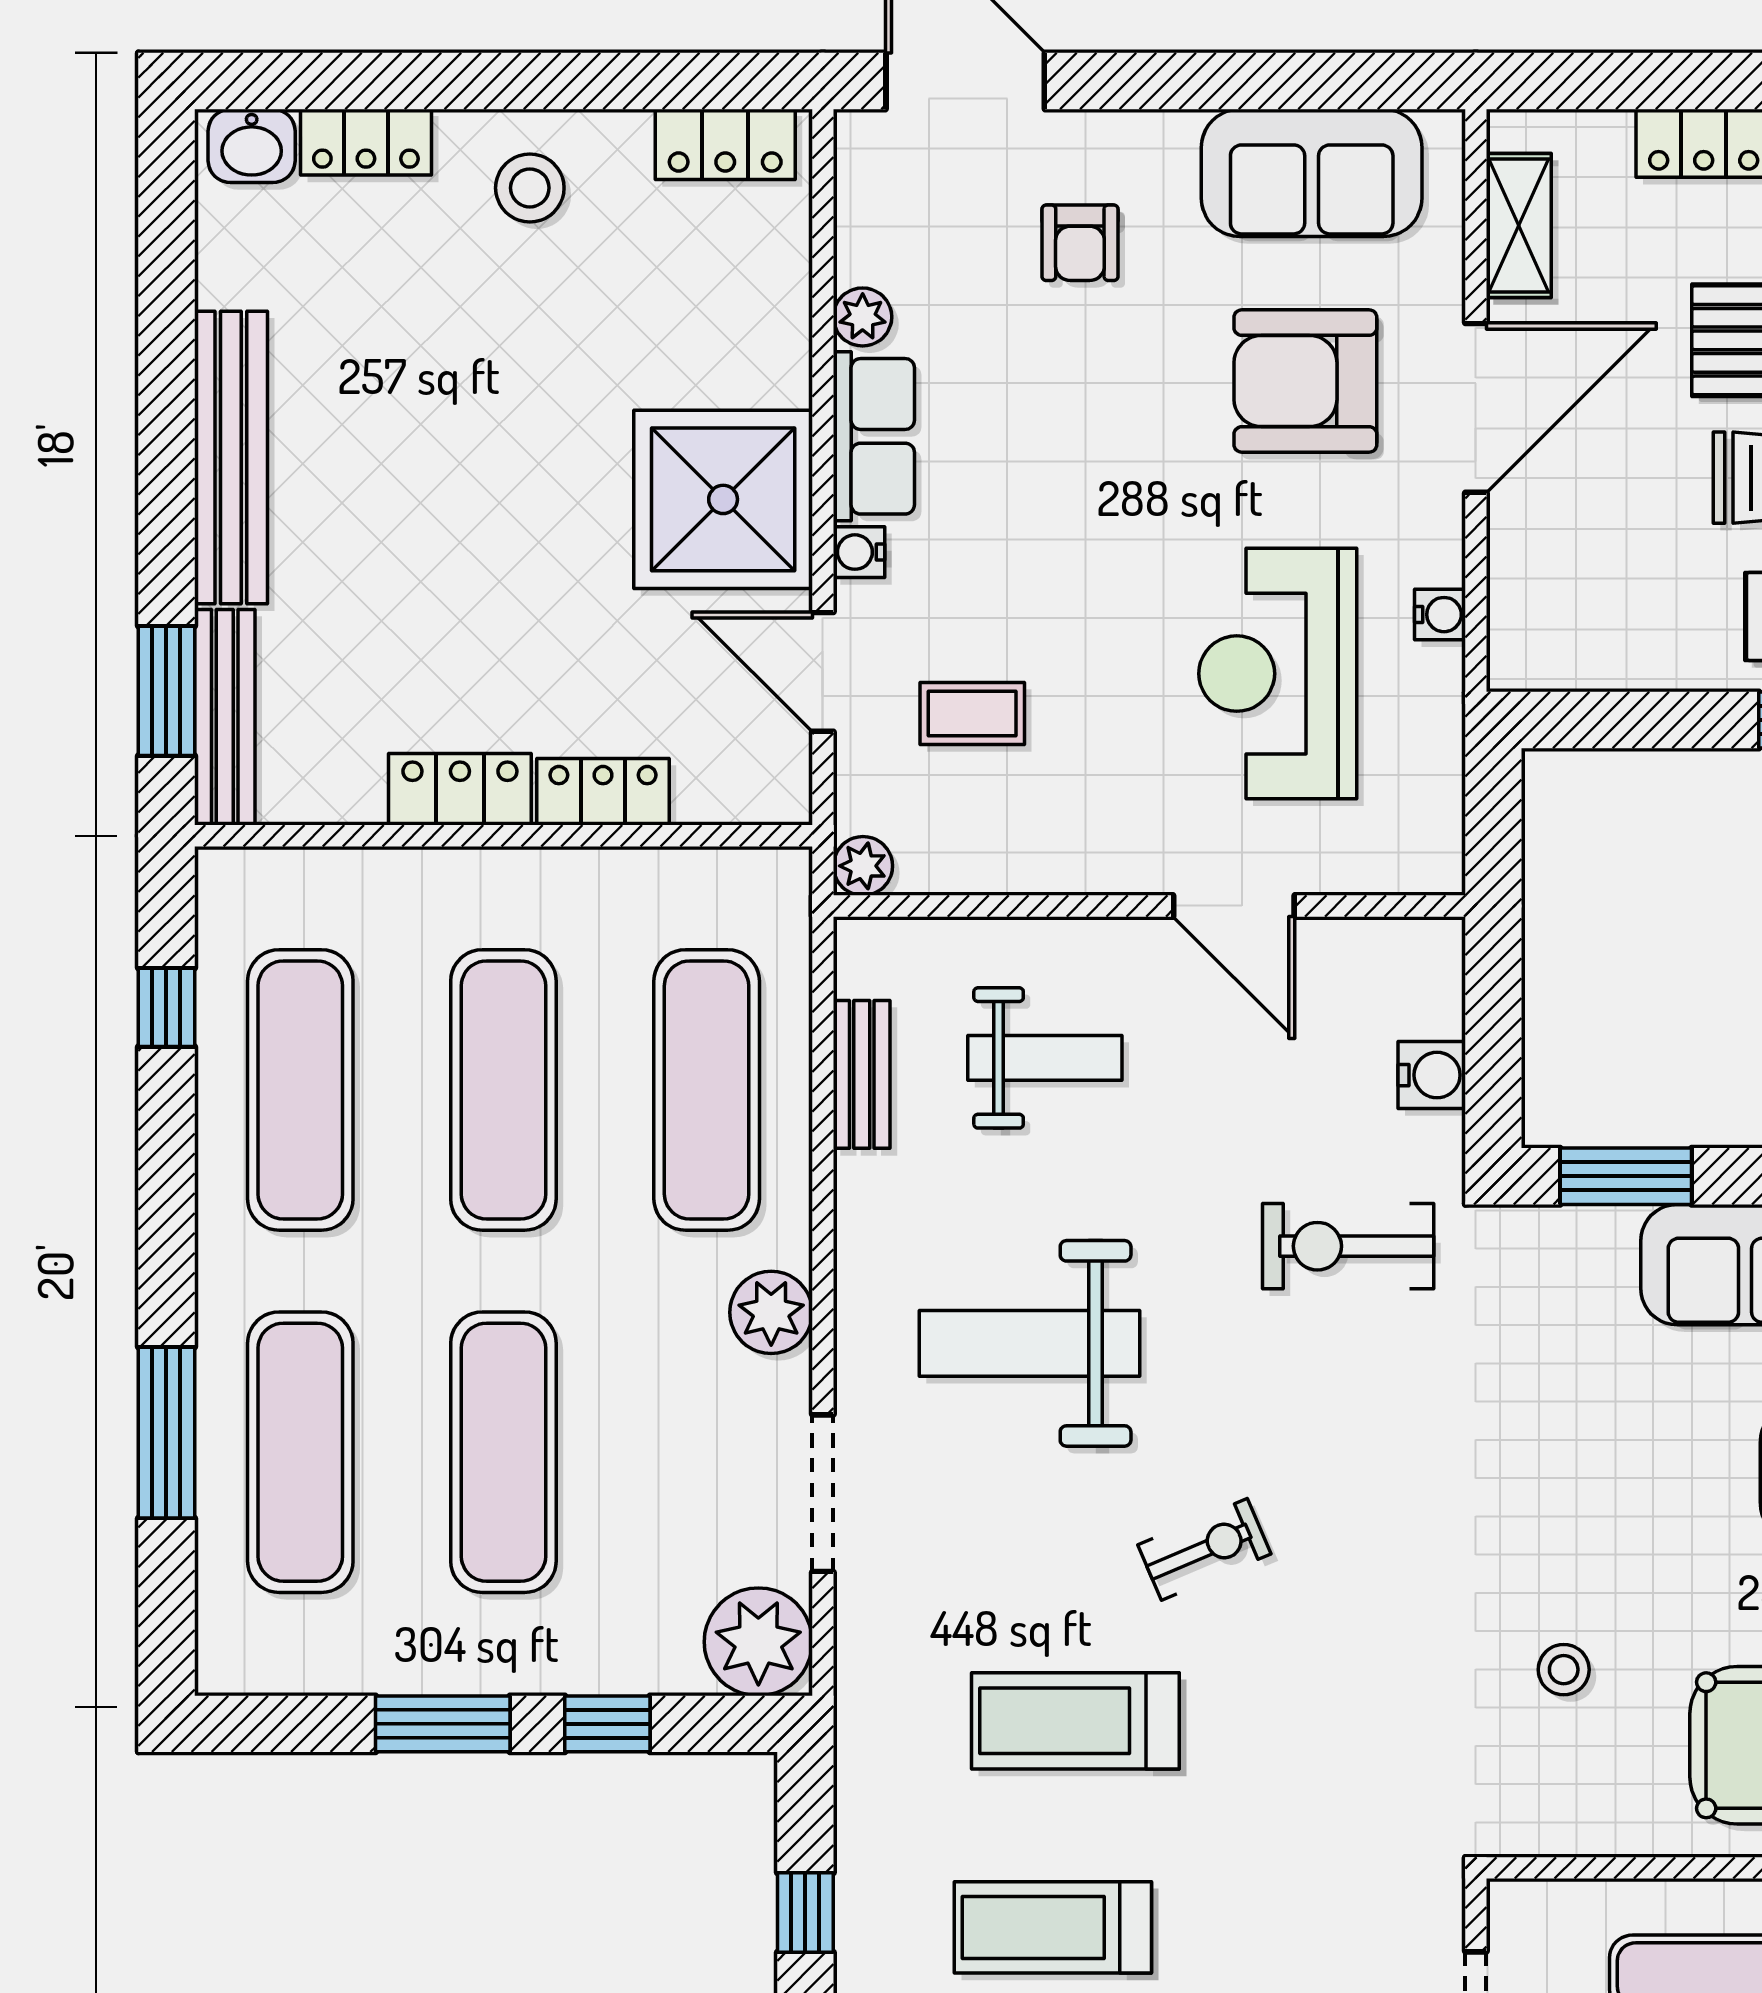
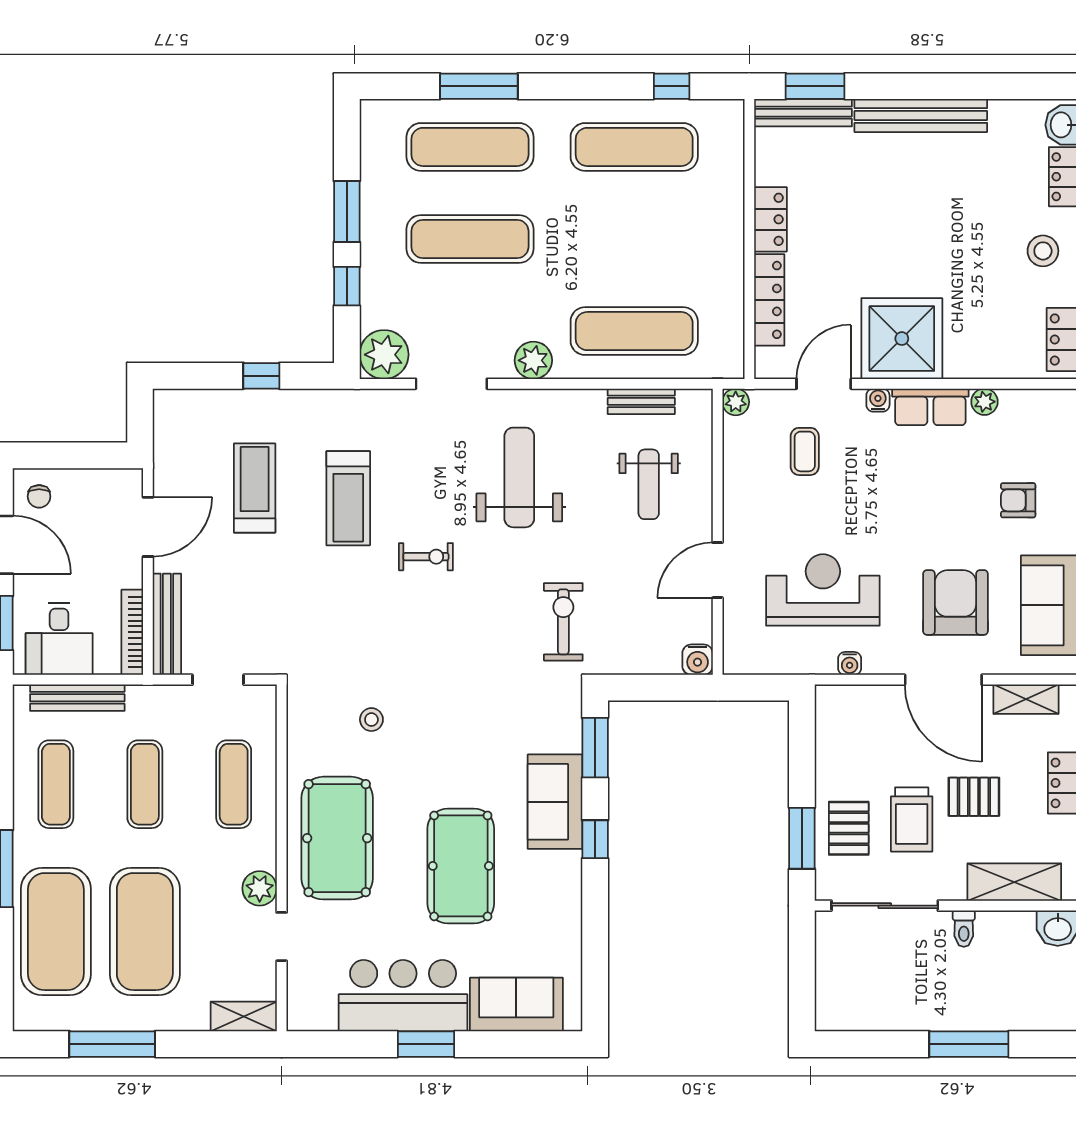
locker: (603, 792) -> (769, 300), width x1.53
water cooler: (1432, 1075) -> (698, 660), moved
exercise mat: (503, 1090) -> (634, 239), removed
exercise bike: (1204, 1549) -> (426, 557), turned -67
treadmill: (1075, 1721) -> (348, 498), turned 180

